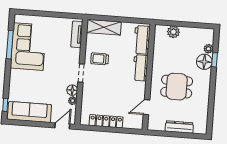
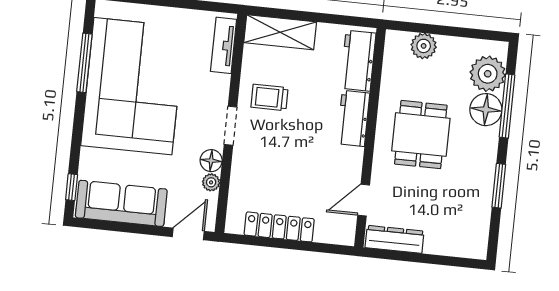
corner sofa: (28, 47) -> (133, 86), width x1.36, depth x1.36
plant: (208, 49) -> (488, 74), width x1.88, depth x1.88
window: (214, 60) -> (507, 106), width x2.17
dining table: (177, 87) -> (421, 135), moved, turned 90
window: (212, 98) -> (499, 186), added
dresser: (179, 127) -> (395, 239), moved

